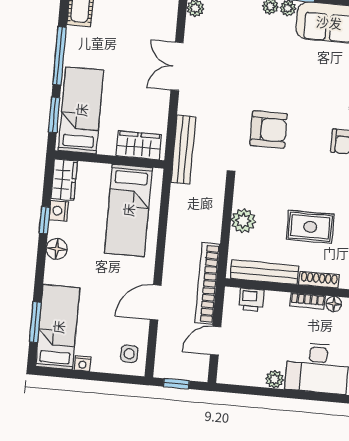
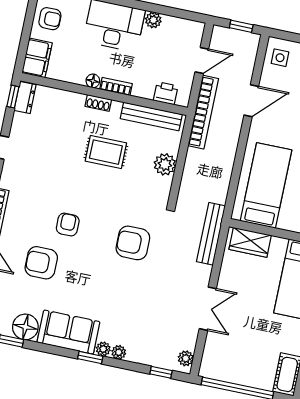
shoe rack: (319, 280) -> (98, 103), width x0.70

